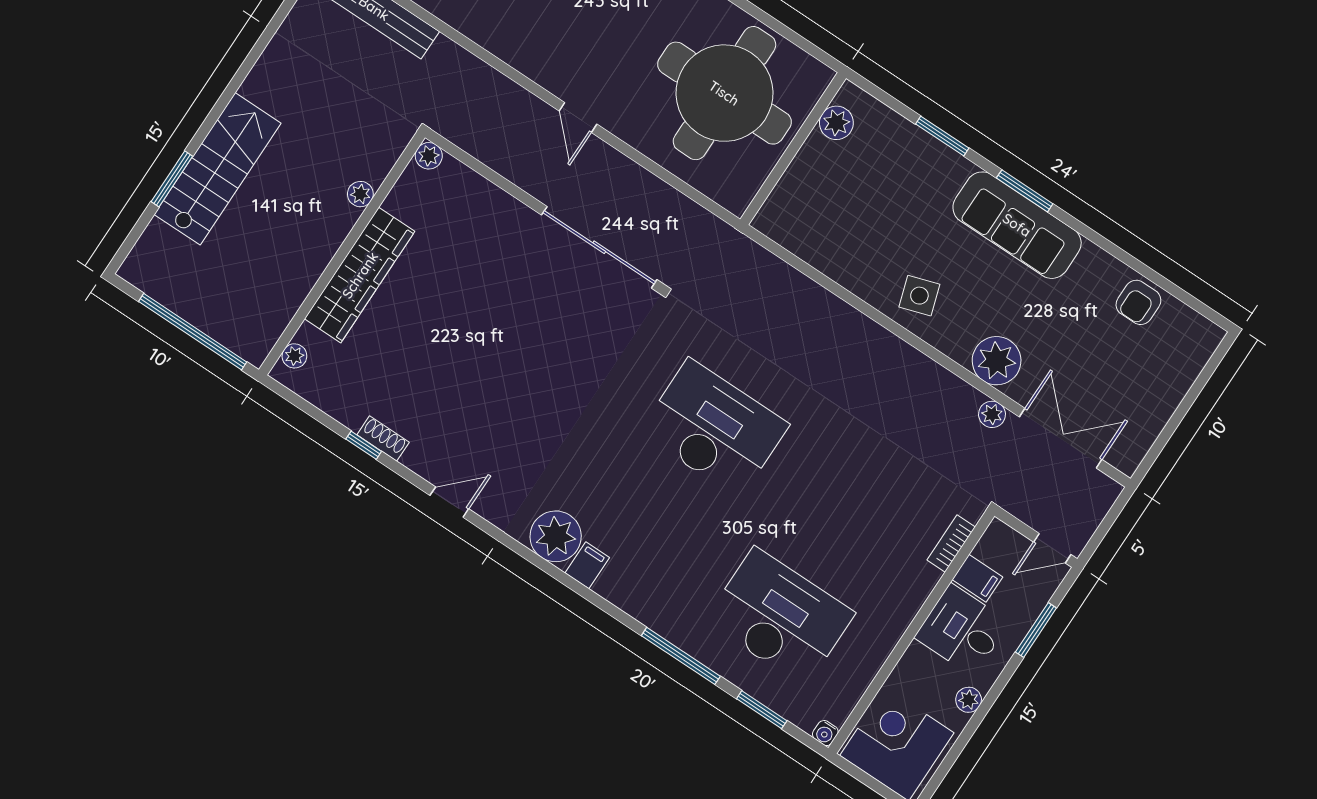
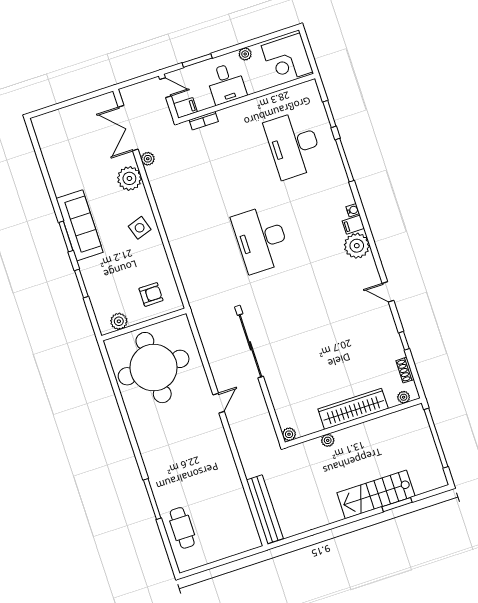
armchair: (1138, 302) -> (151, 294), moved
shoe rack: (383, 438) -> (405, 370), moved
filing cabinet: (977, 578) -> (185, 108), moved, turned 90
water cooler: (825, 733) -> (353, 210), moved

